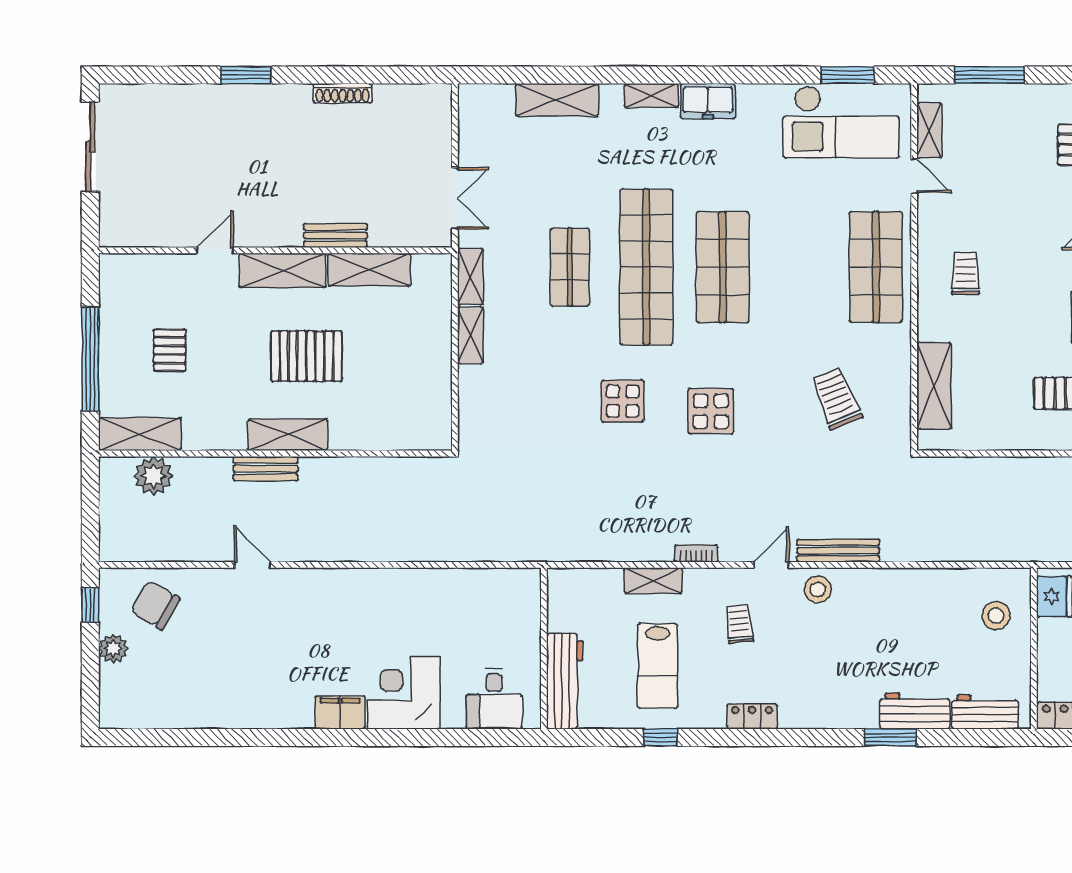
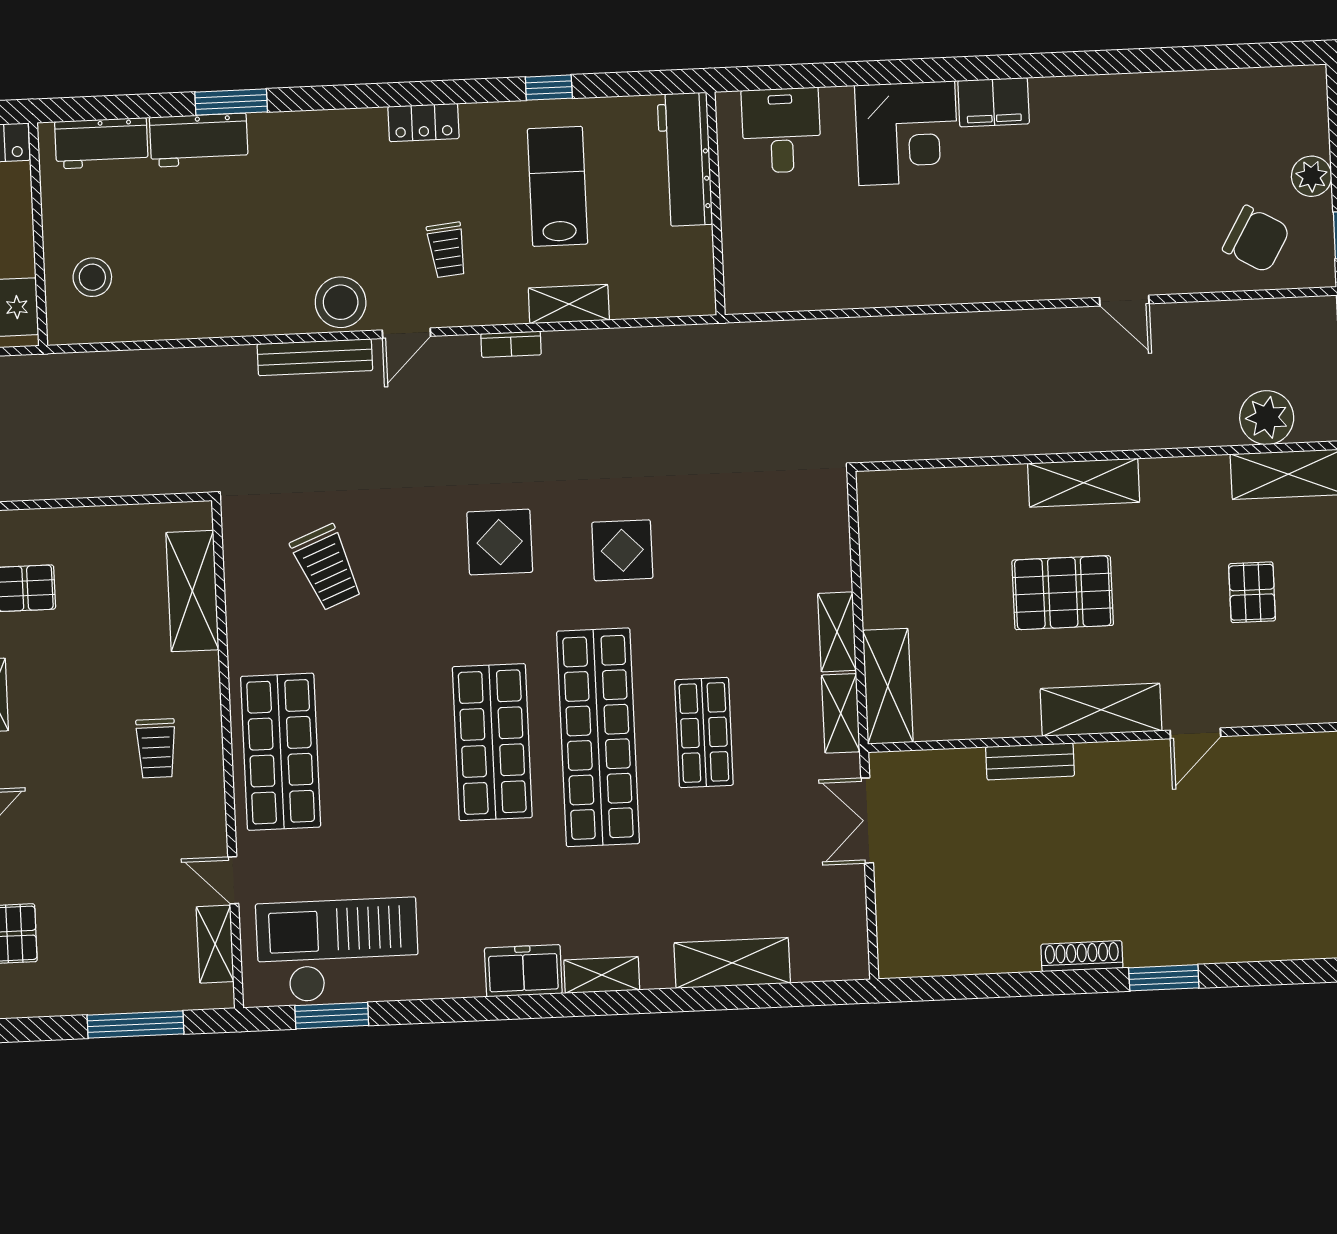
shoe rack: (343, 93) -> (1082, 956), moved
shelving: (369, 270) -> (888, 686), moved, turned 90
bench: (266, 469) -> (1112, 435), removed
stool: (818, 589) -> (341, 302), width x1.38, depth x1.38

